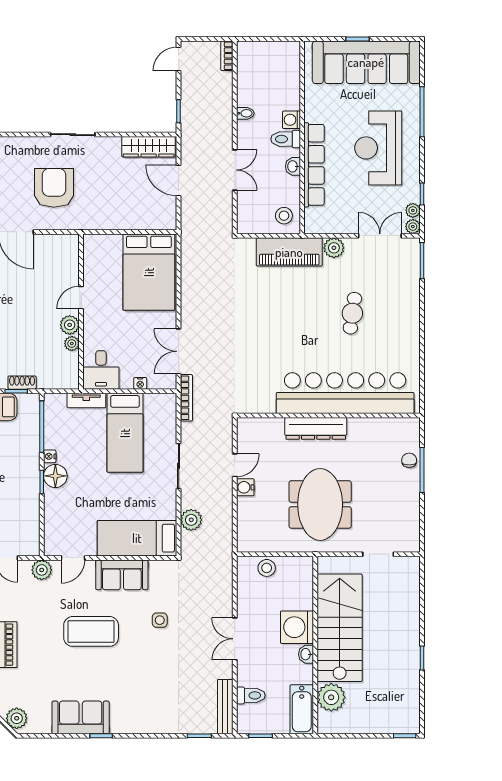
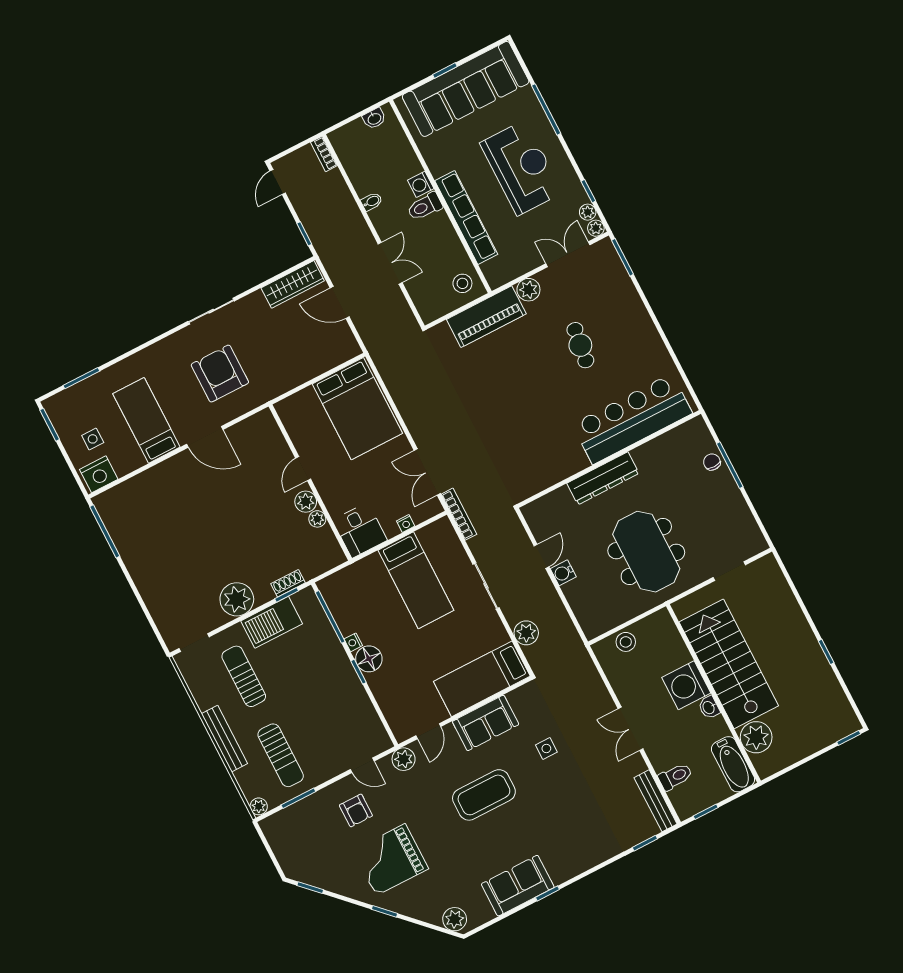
reception desk: (378, 148) -> (521, 168), turned 180
washbasin: (293, 166) -> (374, 119), moved, turned -90
bar counter: (345, 393) -> (632, 419), width x0.73
tv unit: (86, 400) -> (361, 568), removed

